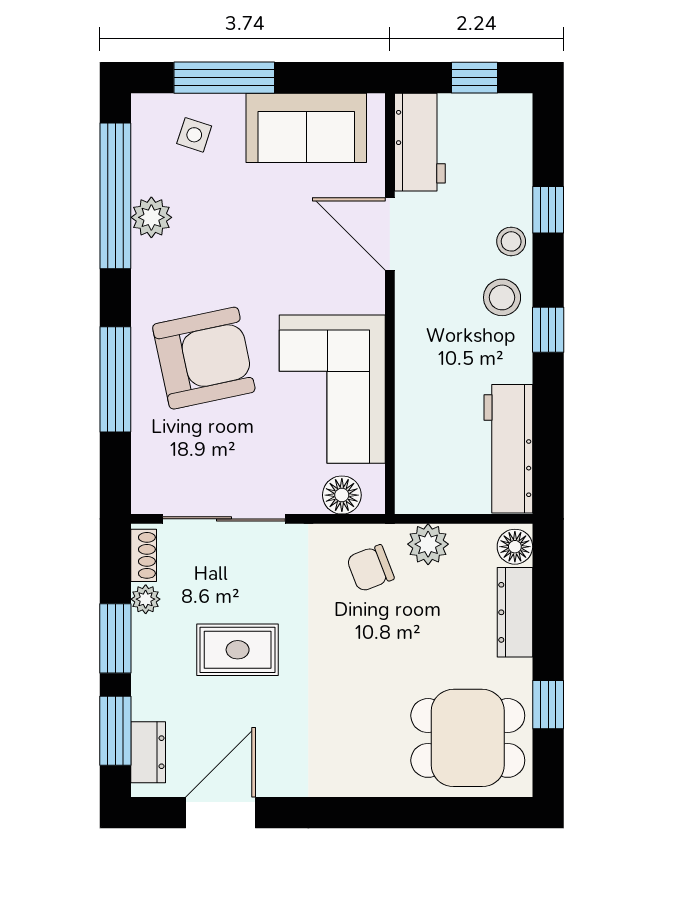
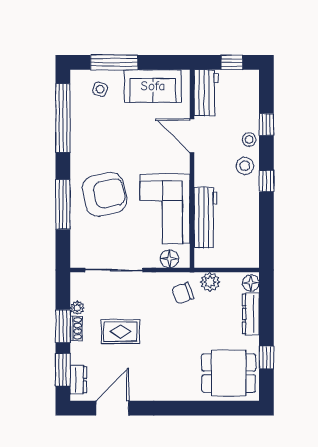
plant: (151, 217) -> (80, 128), removed
workbench: (508, 449) -> (206, 218), moved, turned 180
shoe rack: (144, 555) -> (76, 328), moved

